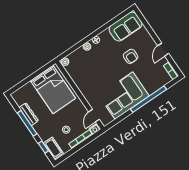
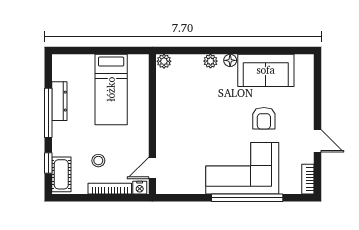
sofa: (126, 27) -> (266, 70), moved
door: (163, 50) -> (318, 141), swing flipped
bed: (53, 89) -> (111, 89), width x0.67
corner sofa: (124, 96) -> (242, 168), moved

